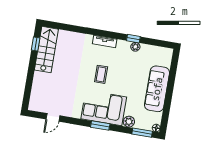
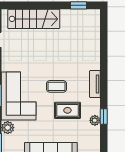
stairs: (46, 50) -> (34, 19), moved
rug: (123, 69) -> (67, 110), added

